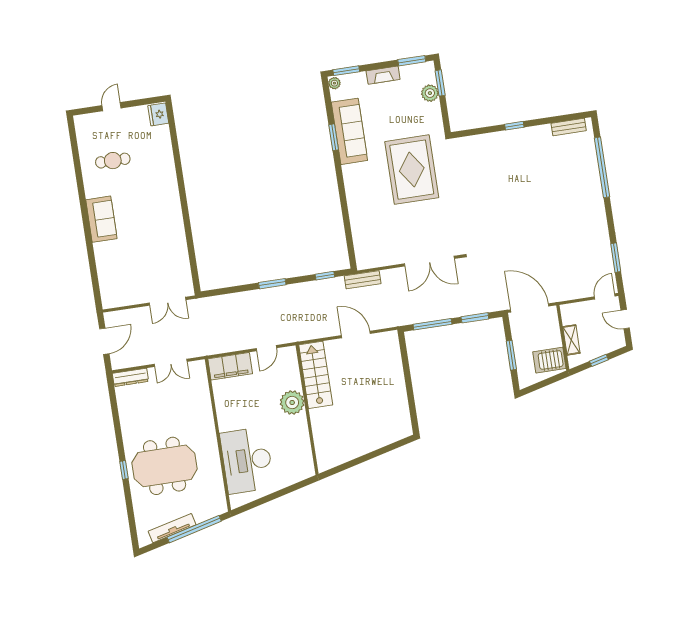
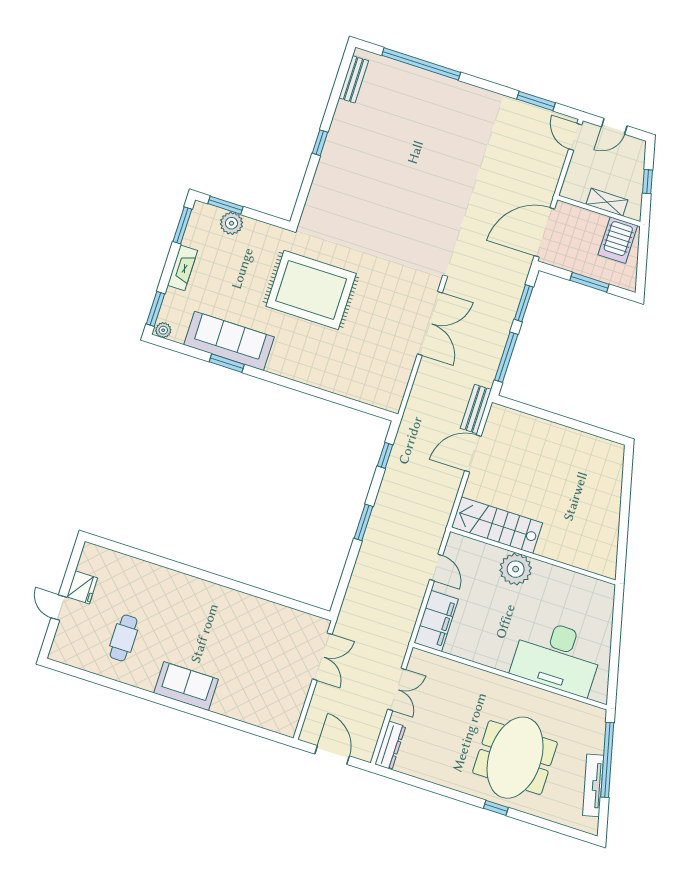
fridge: (158, 114) -> (82, 587), moved, turned -90
bench: (363, 280) -> (476, 409), moved

